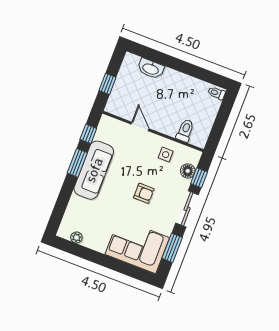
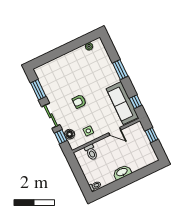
washbasin: (151, 69) -> (122, 172), moved
window: (77, 163) -> (120, 70), moved
sofa: (94, 170) -> (122, 103), moved
corner sofa: (137, 246) -> (56, 73), removed

